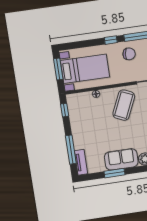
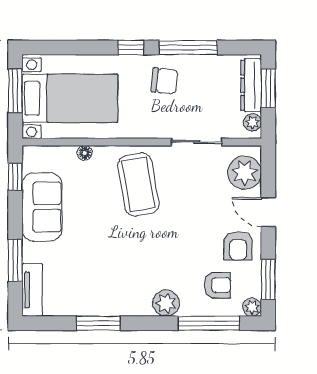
coffee table: (124, 105) -> (138, 184), turned -34
window: (71, 150) -> (15, 260), width x0.69
sofa: (121, 159) -> (42, 207), moved, turned 90

